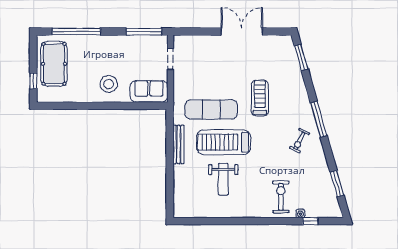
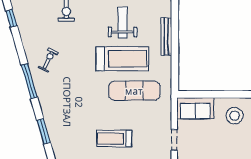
window: (301, 57) -> (44, 131), moved
treadmill: (260, 98) -> (114, 139), moved, turned 90
bench: (179, 144) -> (166, 37), moved
window: (337, 184) -> (11, 18), width x0.67

